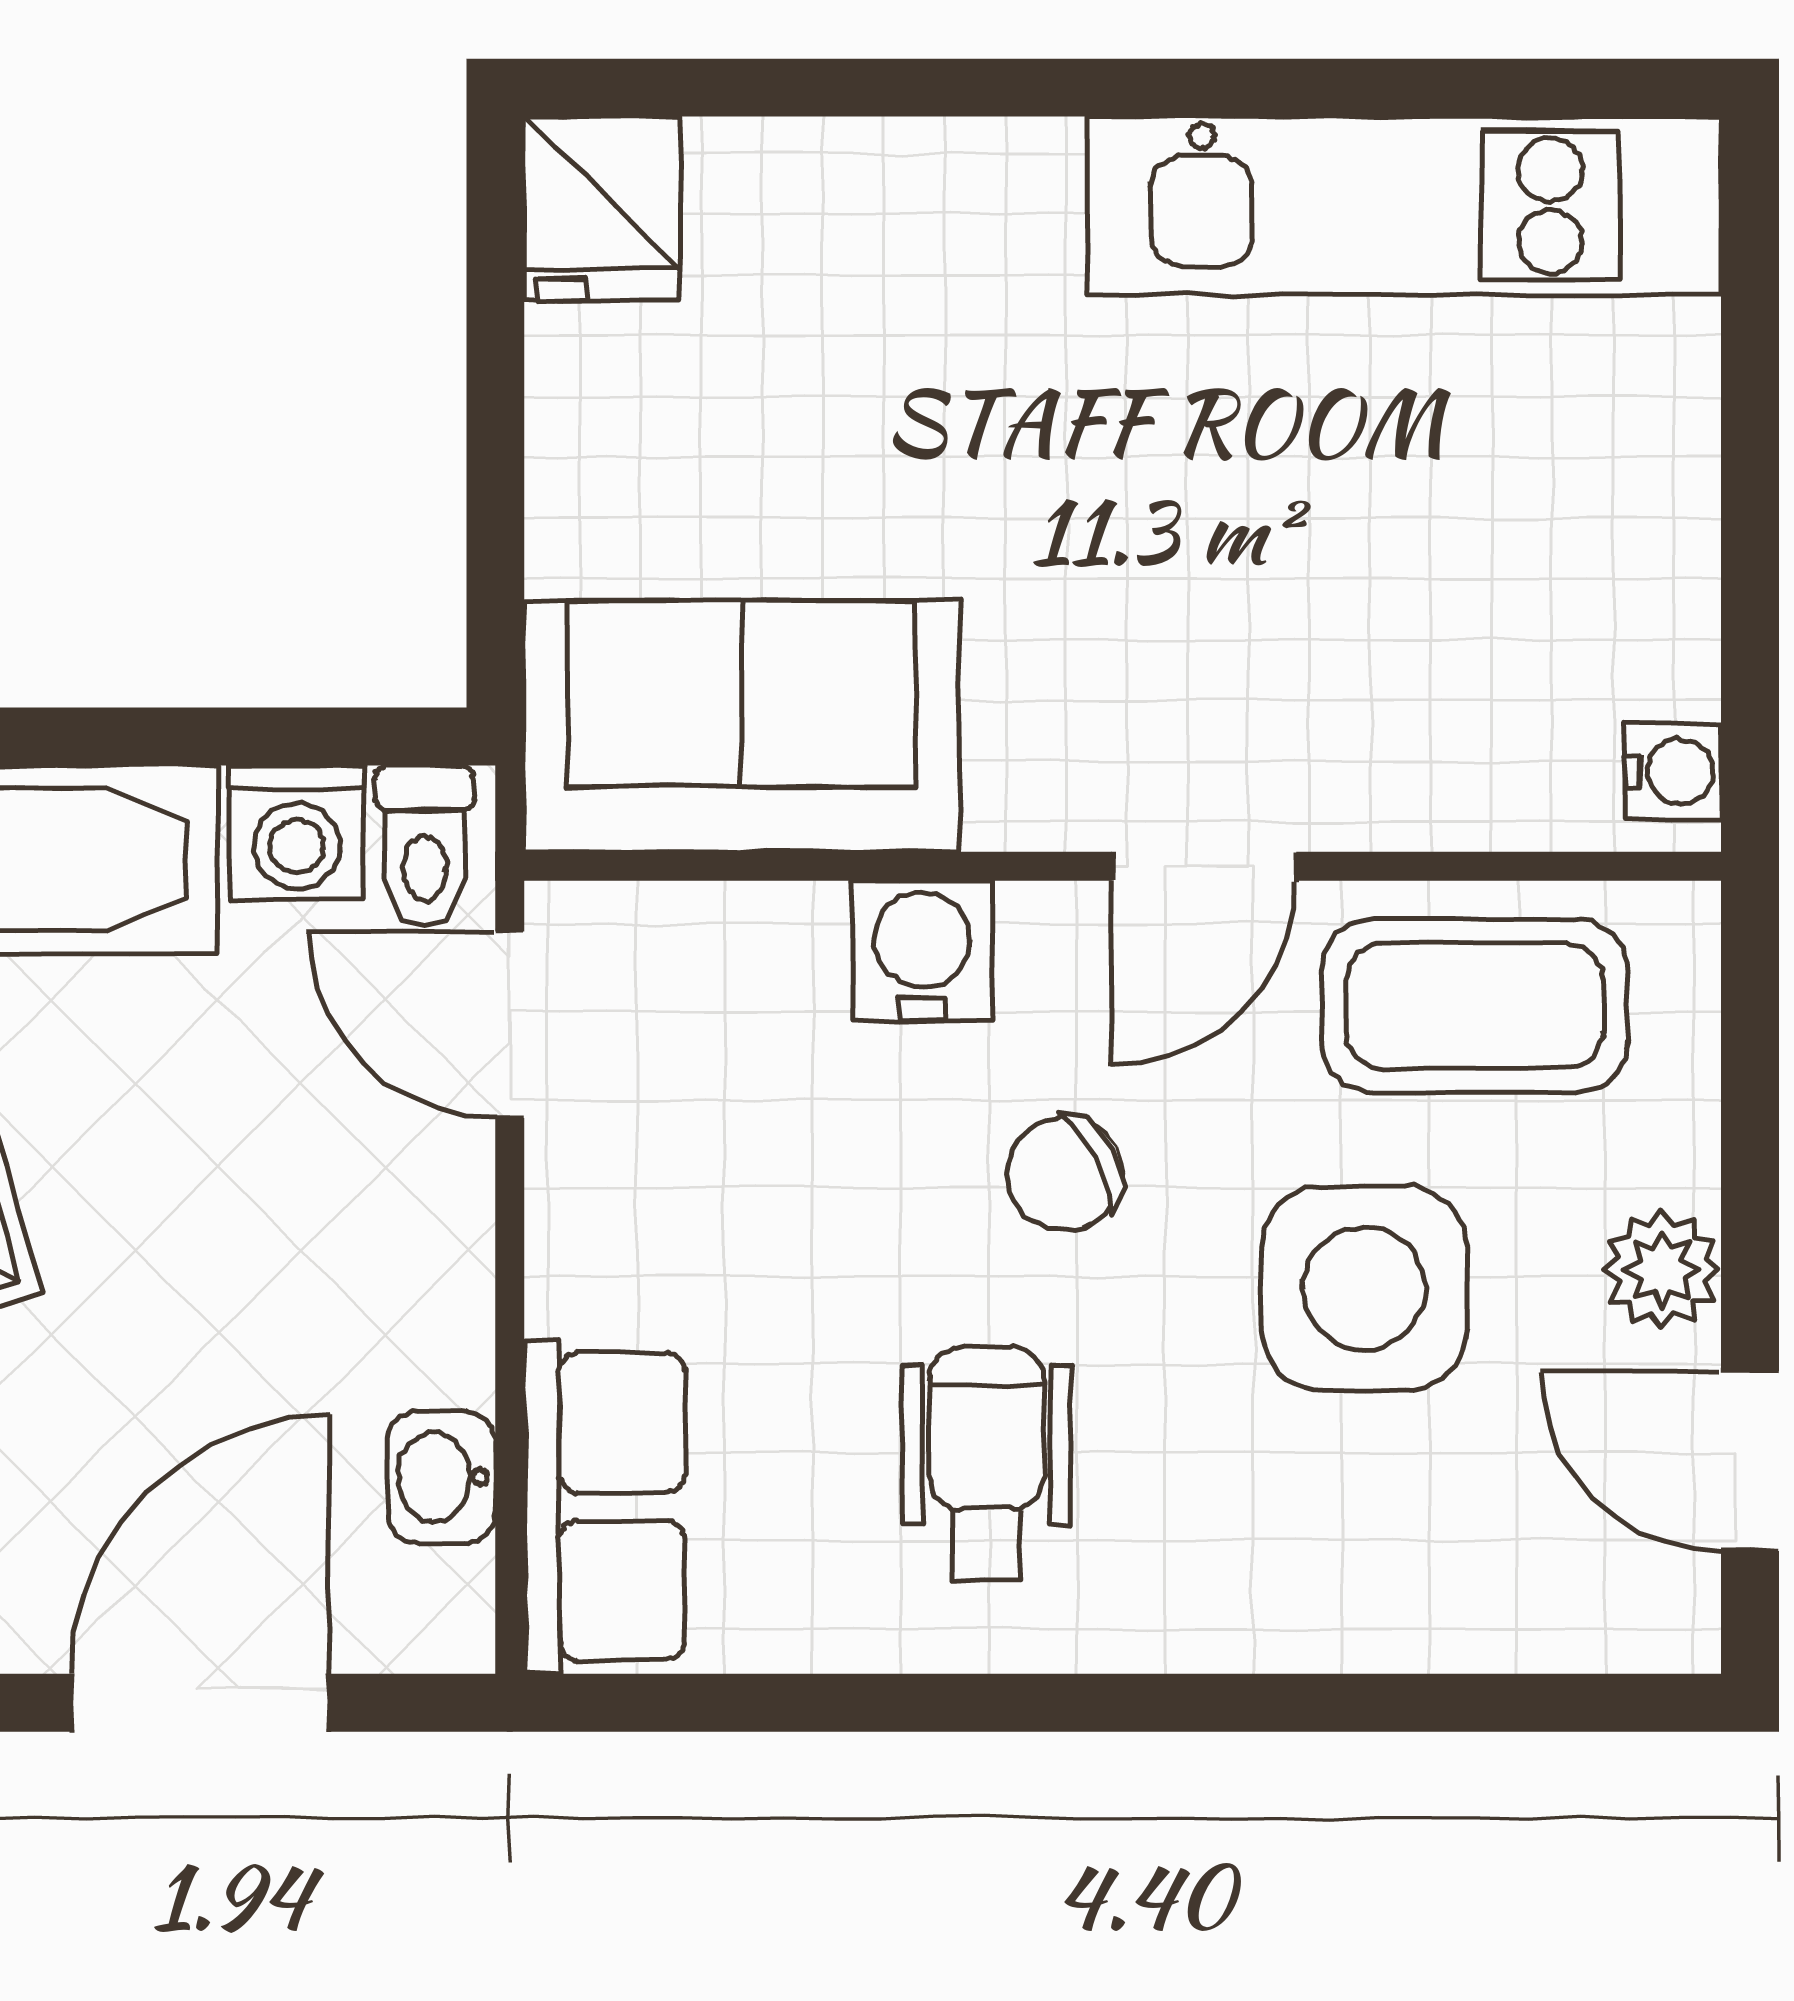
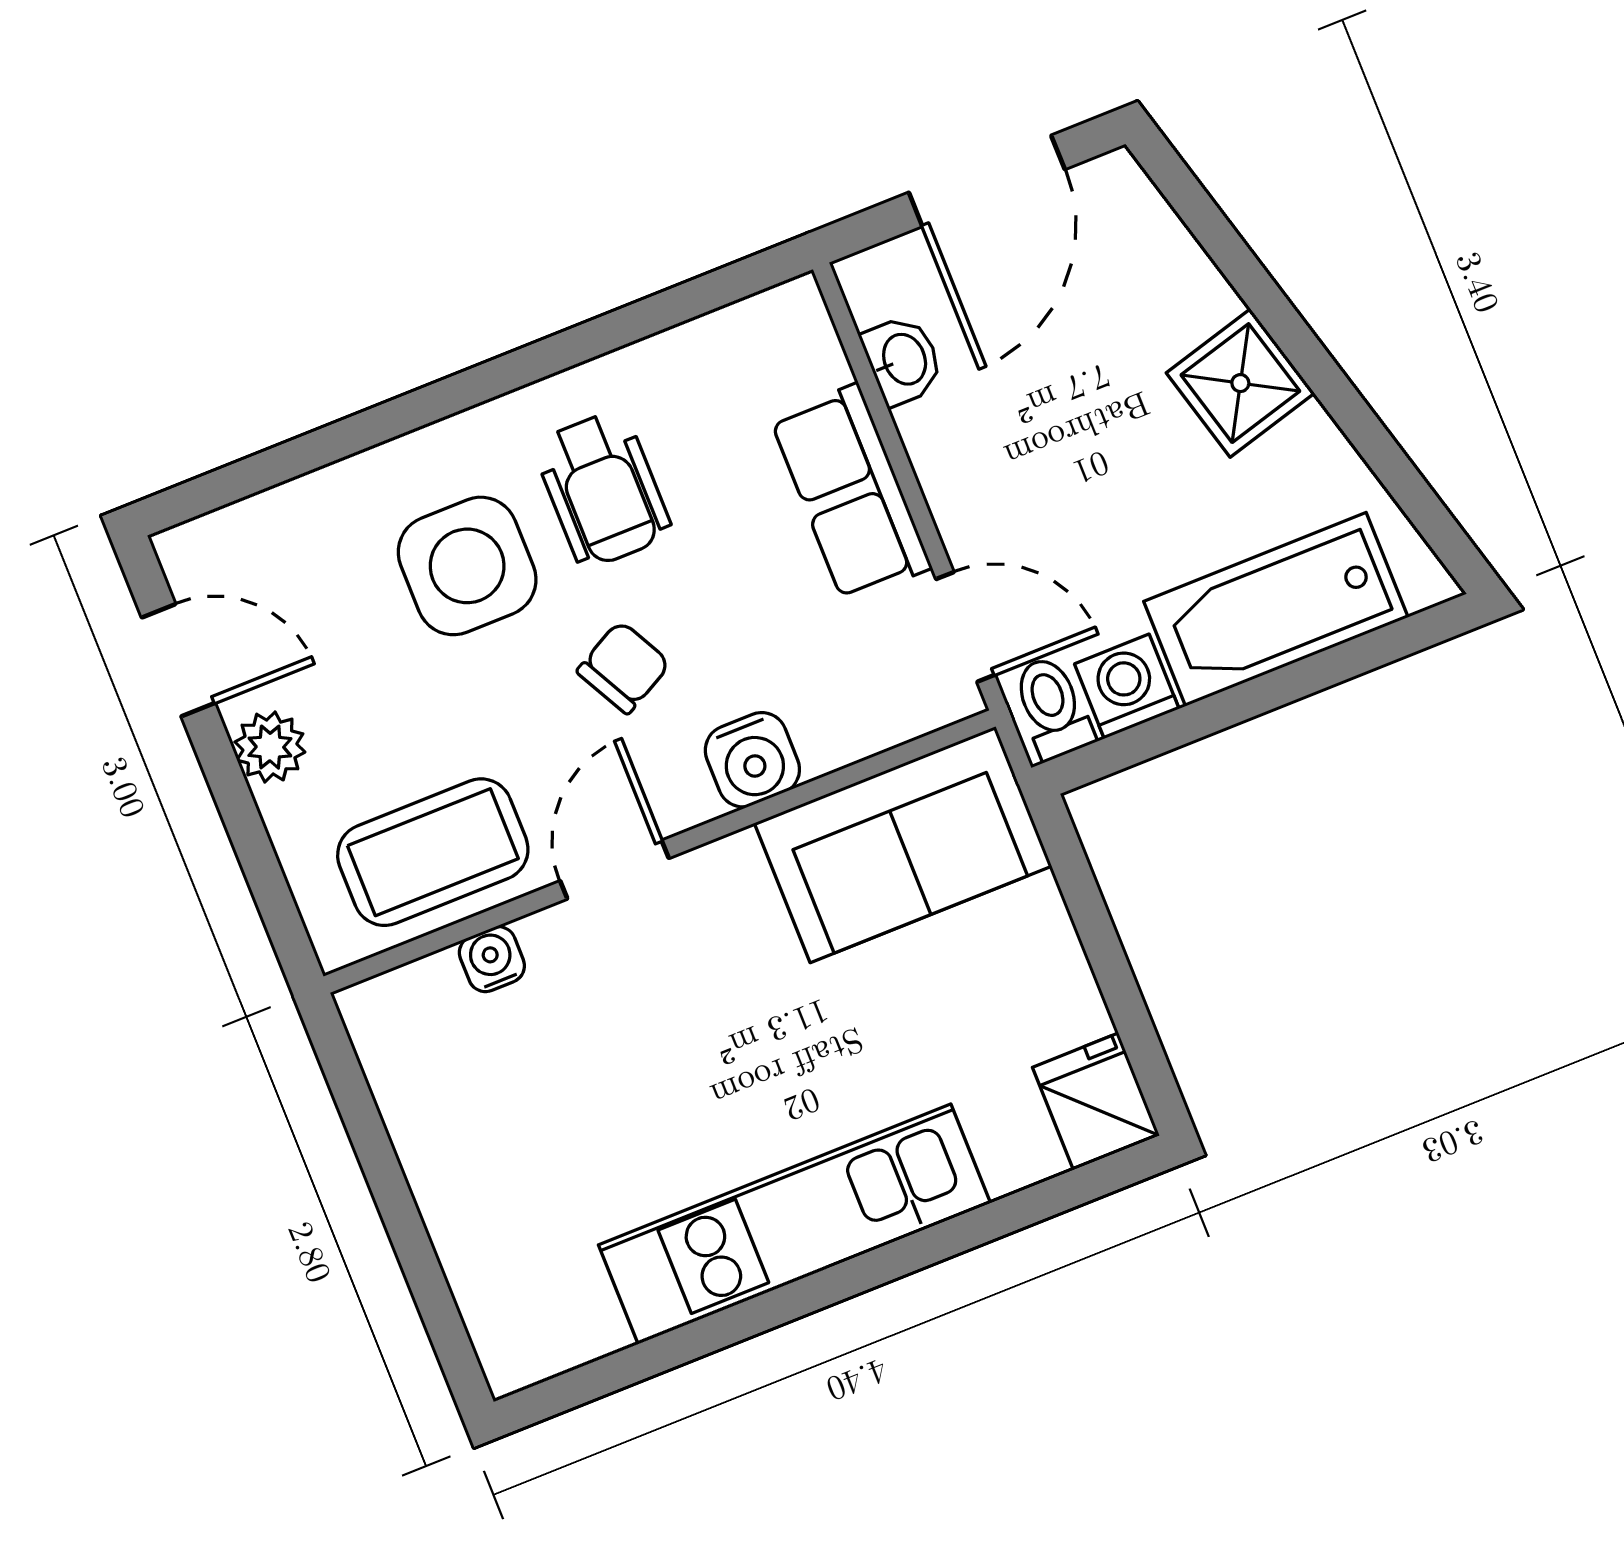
kitchen unit: (1404, 206) -> (794, 1224), moved
water cooler: (1673, 771) -> (492, 959), moved, turned 90
side table: (1364, 1288) -> (467, 566), moved
row of seats: (604, 1507) -> (851, 493), moved

